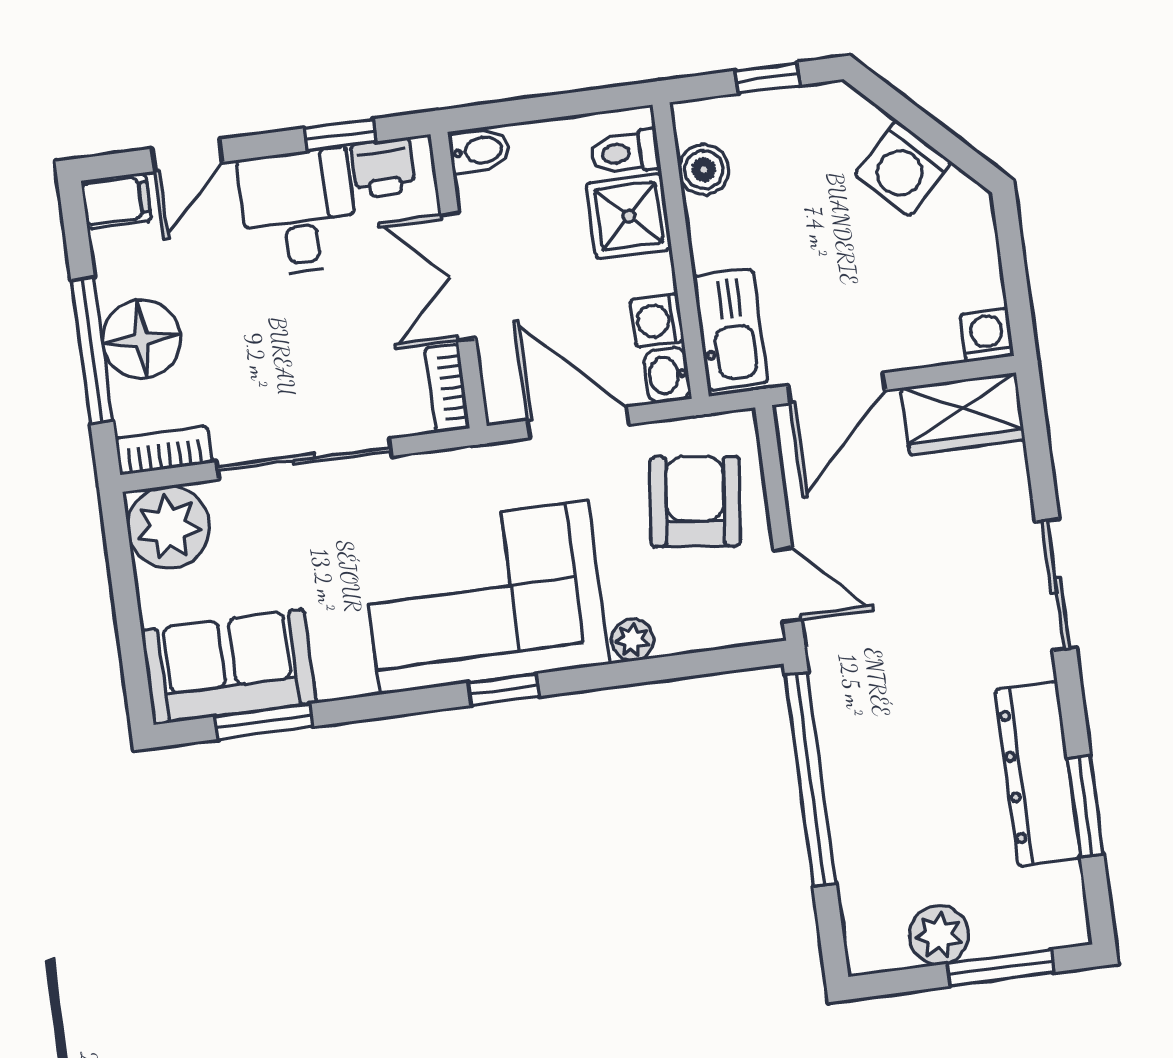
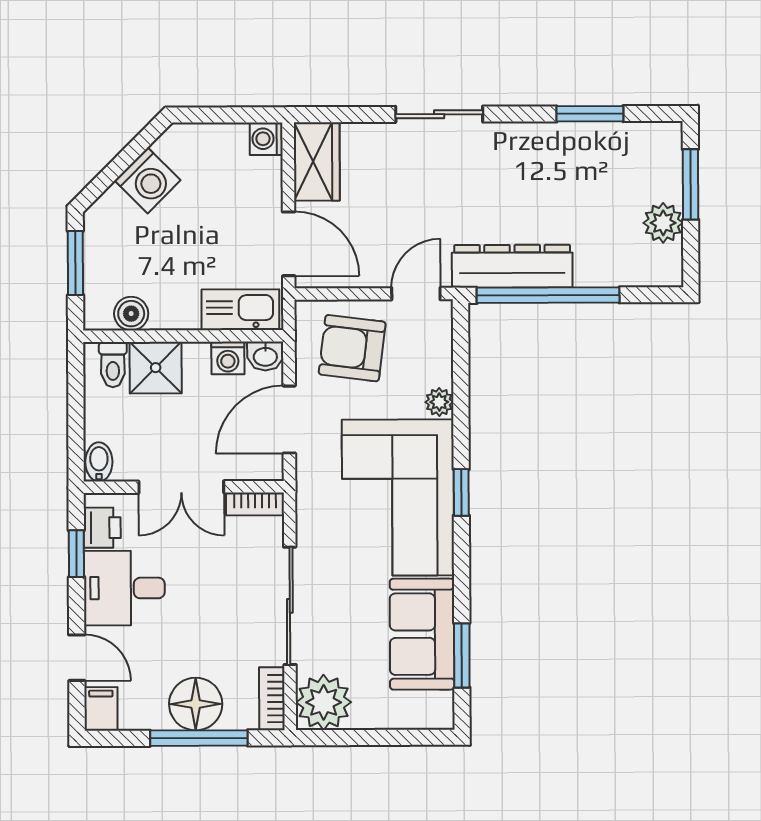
window: (768, 78) -> (75, 263), width x1.50
sofa: (229, 667) -> (422, 634), moved
dresser: (1038, 774) -> (512, 266), moved, turned 180

